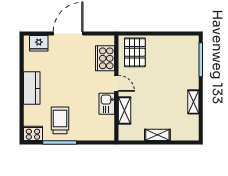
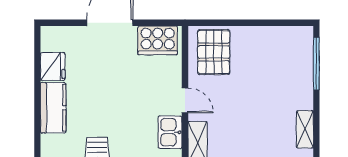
fridge: (39, 43) -> (53, 67), moved, turned -90
cooker: (105, 58) -> (158, 40), moved, turned -90

